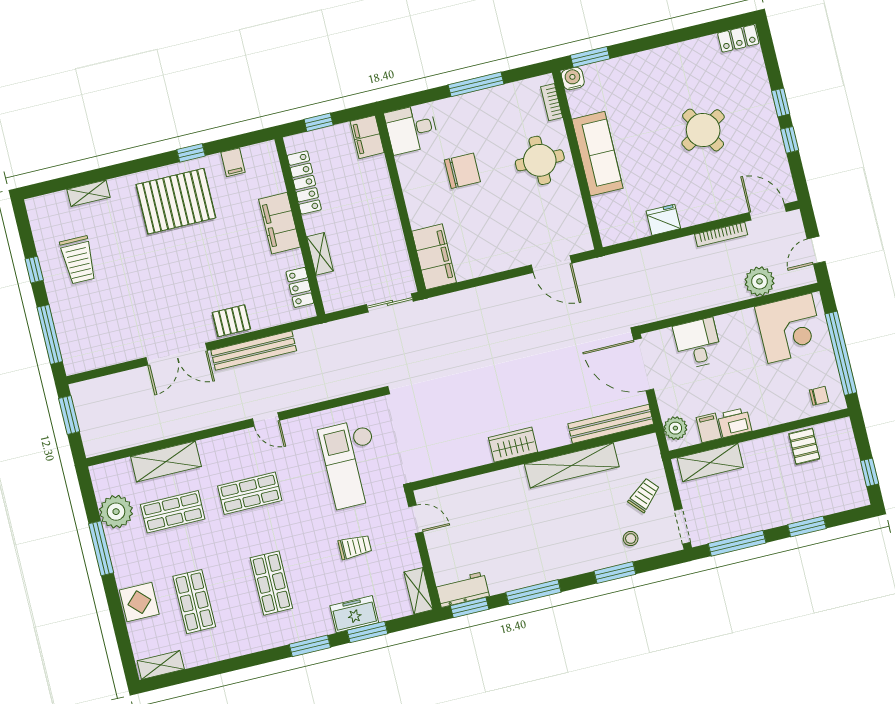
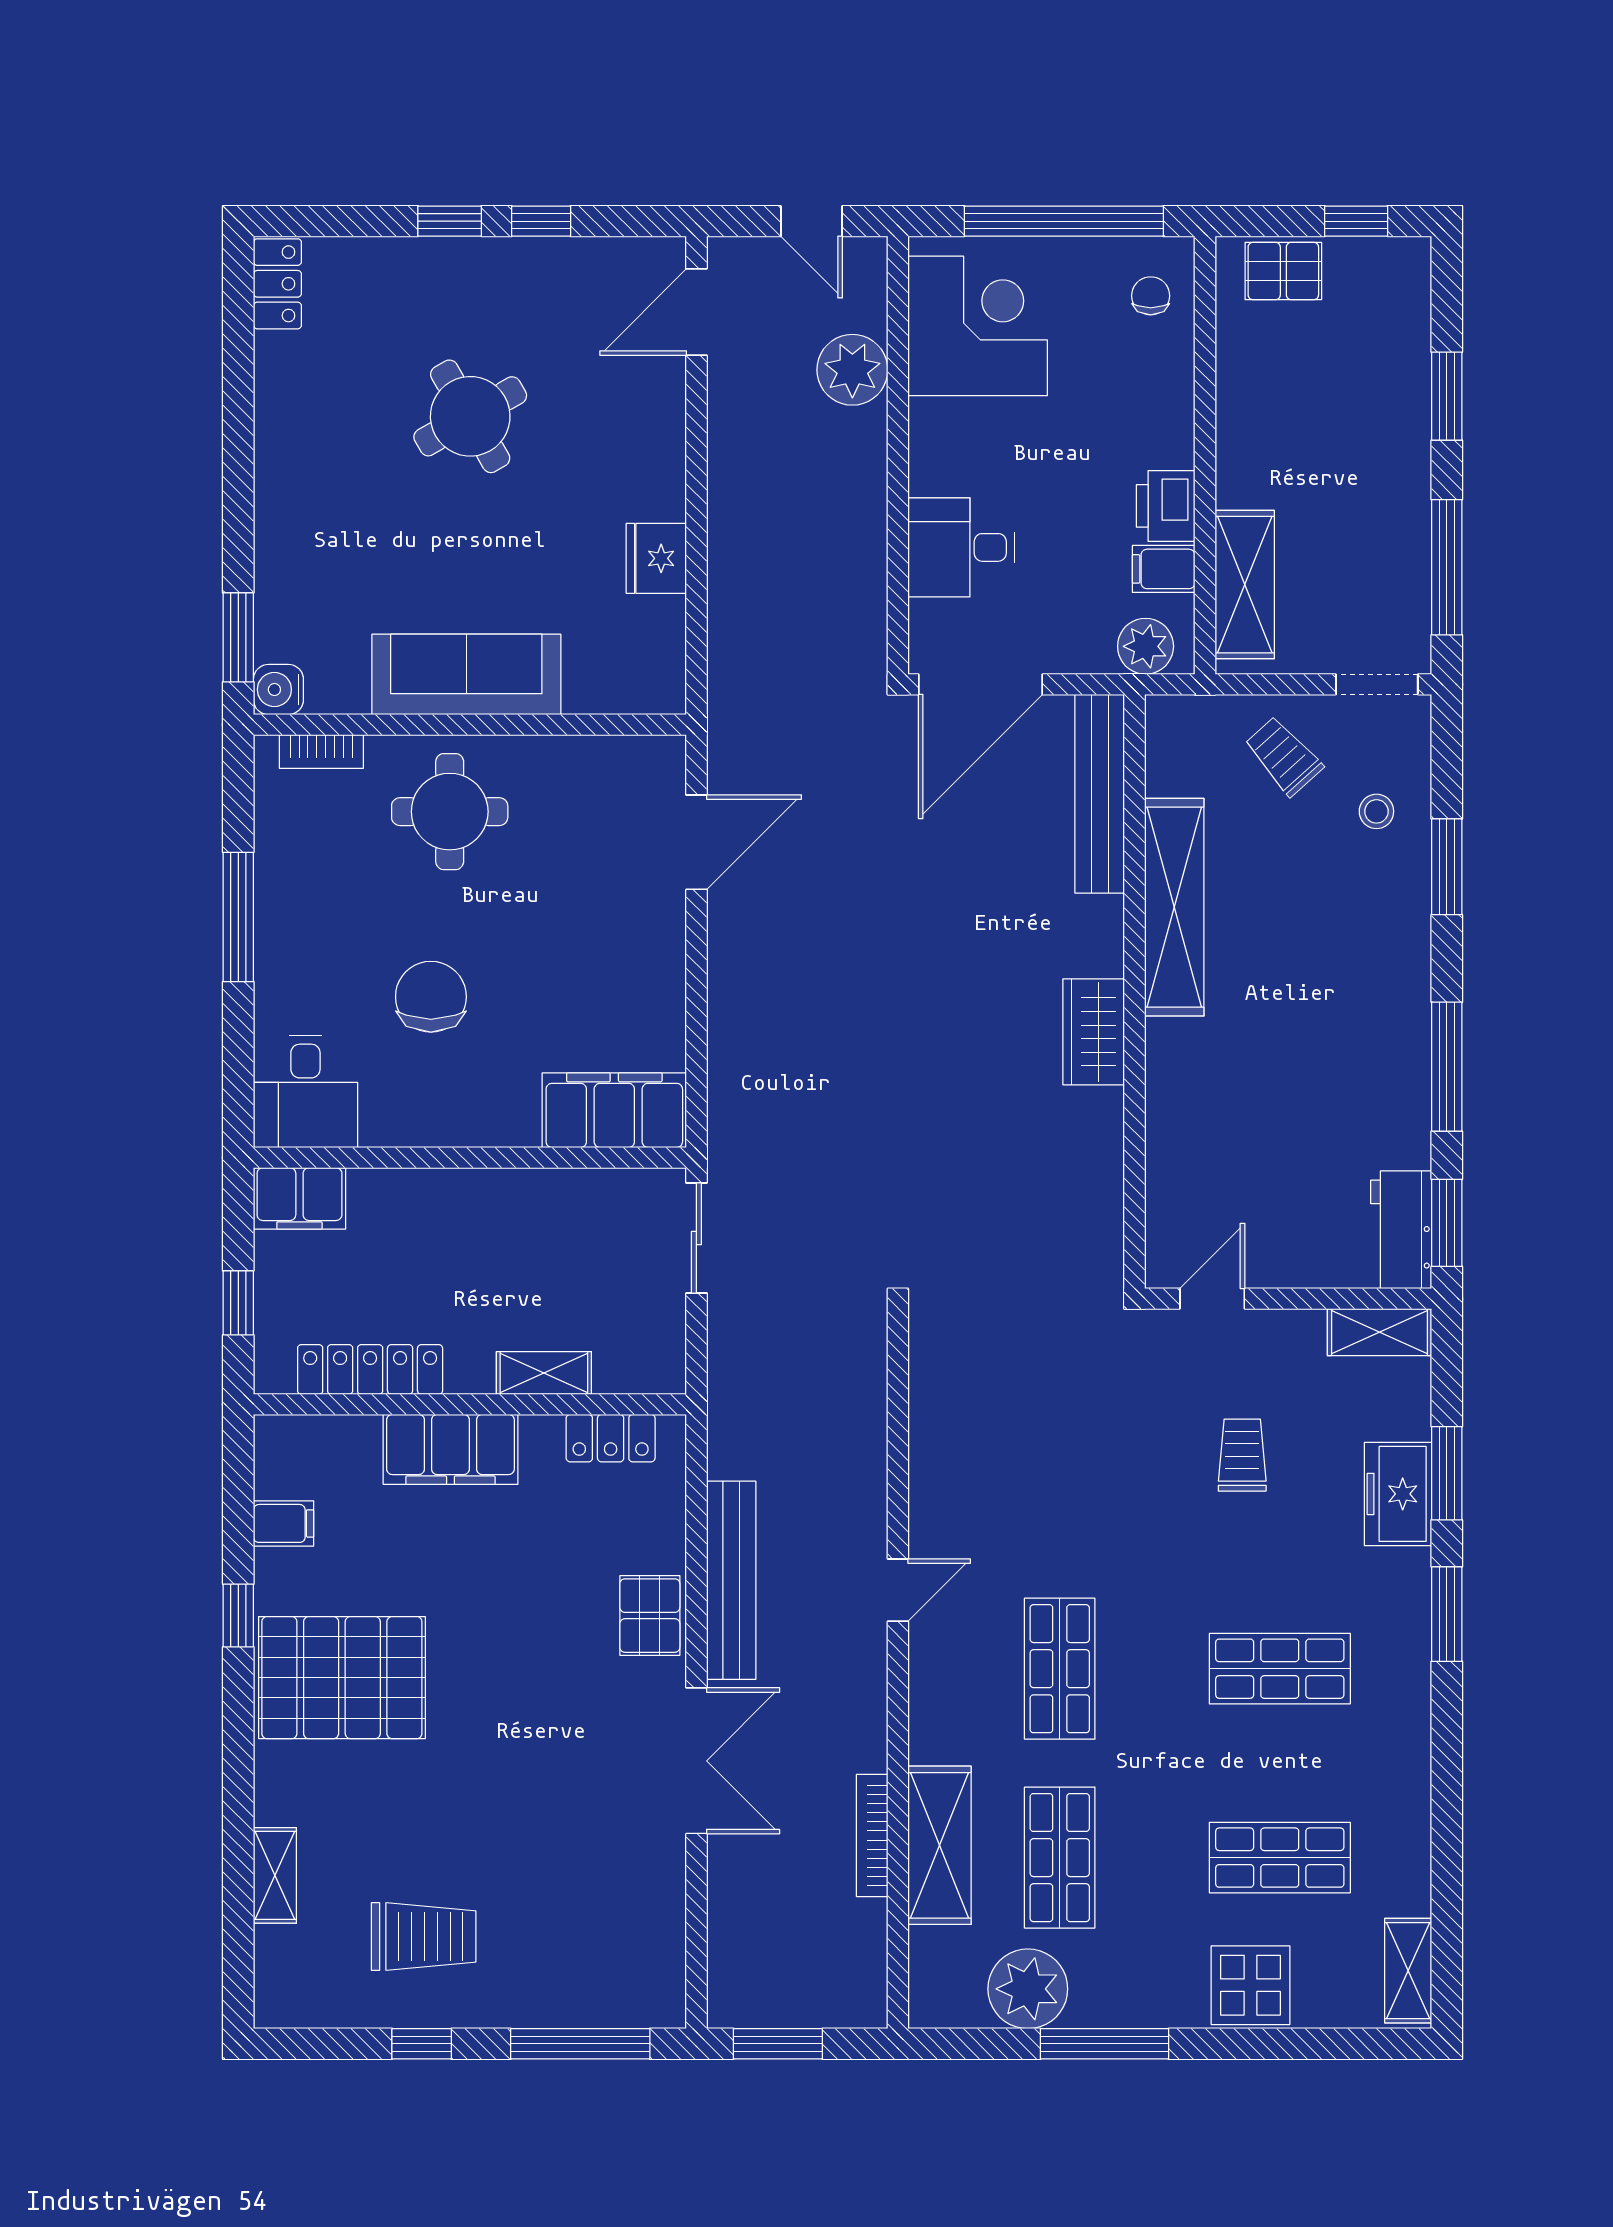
pallet: (176, 201) -> (342, 1678), turned 90
bookcase: (721, 234) -> (872, 1835), moved, turned 180
pallet: (804, 446) -> (1283, 271), moved
checkout: (352, 464) -> (1048, 1415), removed

